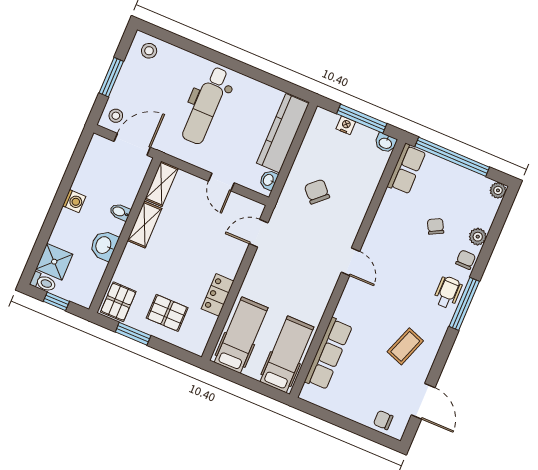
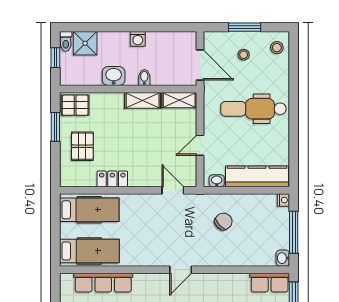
stool: (116, 116) -> (244, 55), moved
nightstand: (346, 125) -> (283, 200), moved

